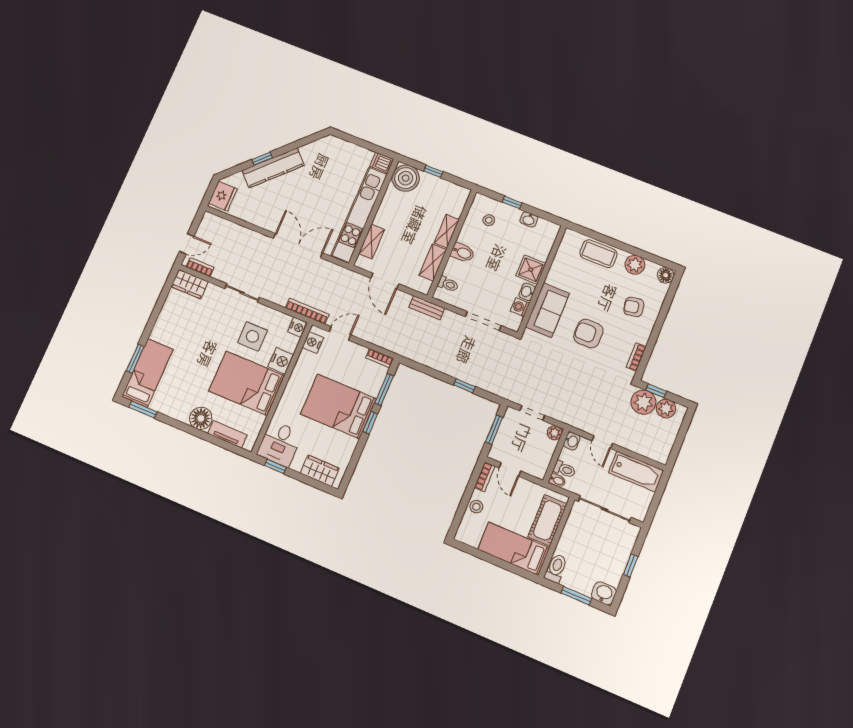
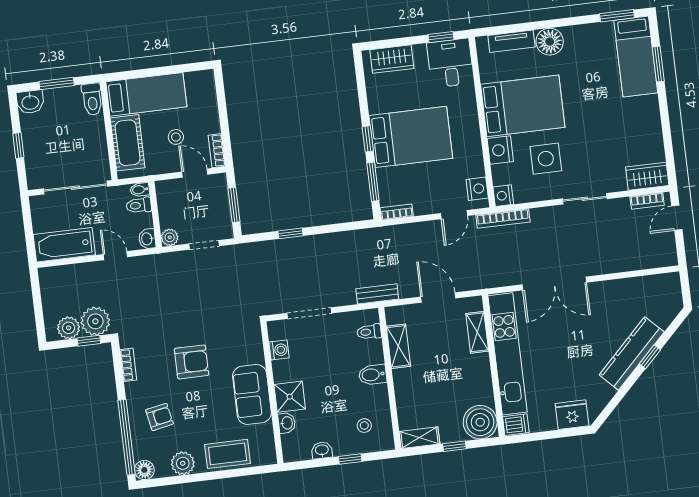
fridge: (223, 196) -> (572, 415), moved, turned 90
shelving: (447, 231) -> (419, 438), moved, turned 90
washbasin: (527, 292) -> (287, 423), moved
window: (666, 306) -> (127, 437), added
sofa: (547, 310) -> (252, 394), moved
stool: (476, 507) -> (176, 137), moved

